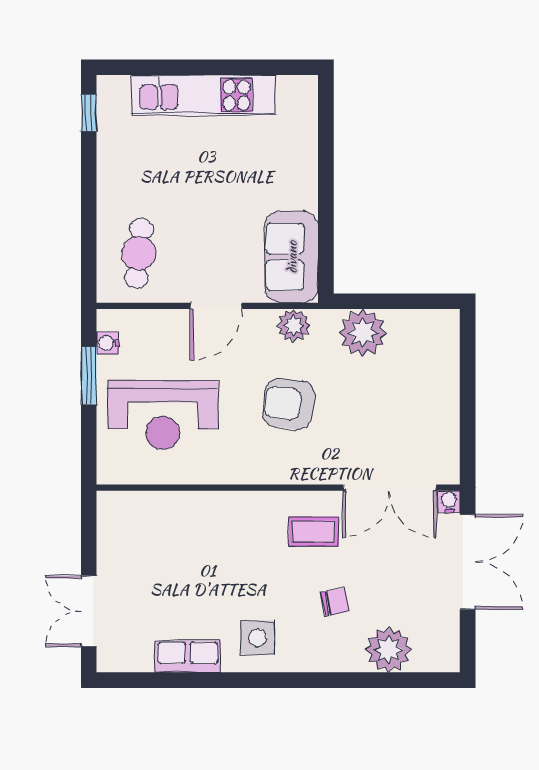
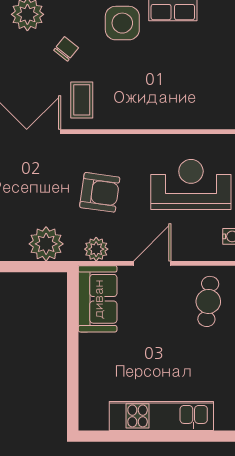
coffee table: (314, 532) -> (82, 100), turned 90
chair: (335, 602) -> (66, 49), turned 140
side table: (258, 638) -> (122, 23), width x1.37, depth x1.37

